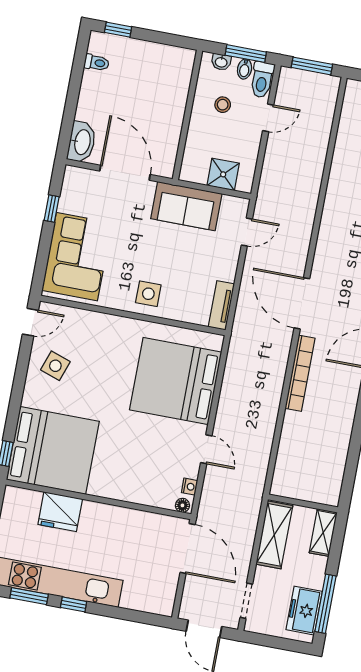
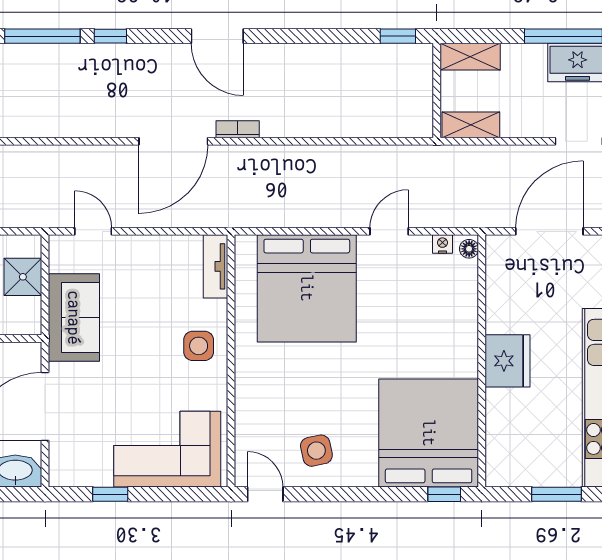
tv unit: (221, 305) -> (216, 266), moved, turned 90
side table: (55, 366) -> (316, 451), turned -31
bookcase: (300, 373) -> (238, 129), width x0.43, depth x0.76
window: (348, 482) -> (398, 36), added
fridge: (60, 512) -> (507, 361), moved
shelving: (274, 535) -> (471, 125), width x0.67, depth x0.75
door: (188, 548) -> (549, 231), moved

